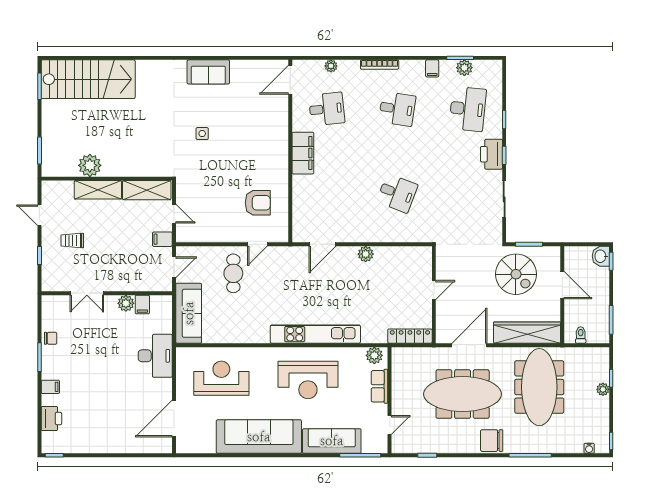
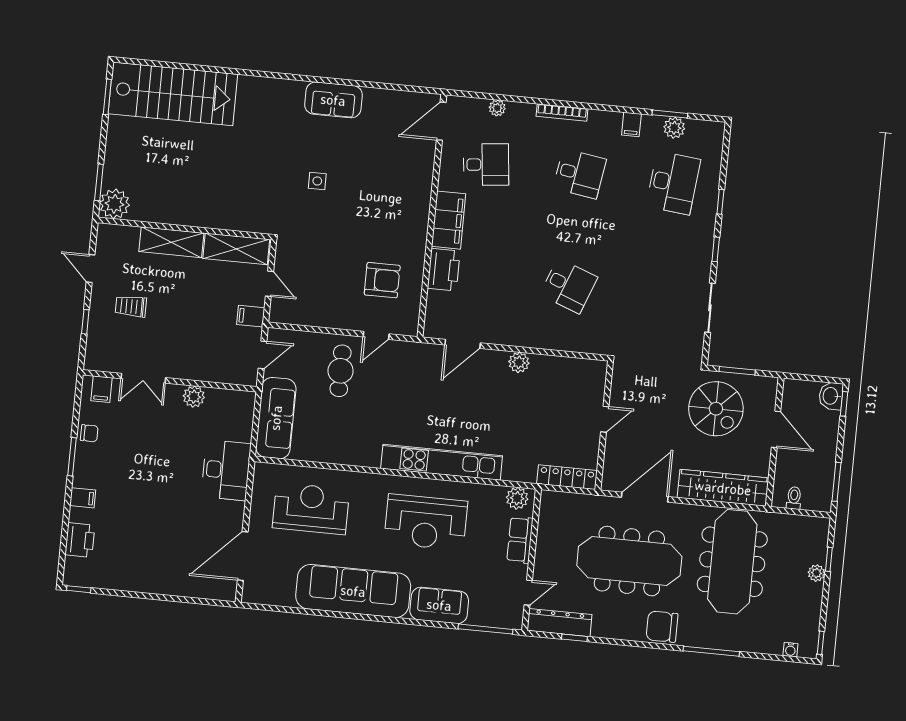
printer: (491, 154) -> (444, 270), moved, turned 180
plant: (90, 165) -> (115, 204), moved
filing cabinet: (142, 305) -> (102, 389), moved
sofa: (332, 441) -> (439, 605), width x0.73
dresser: (415, 445) -> (559, 623), added

